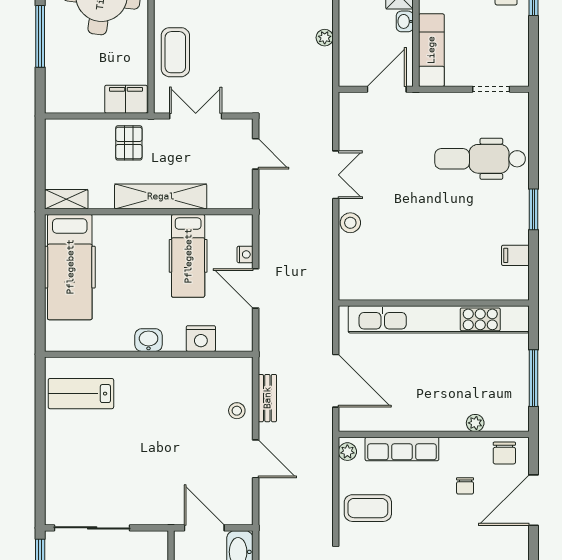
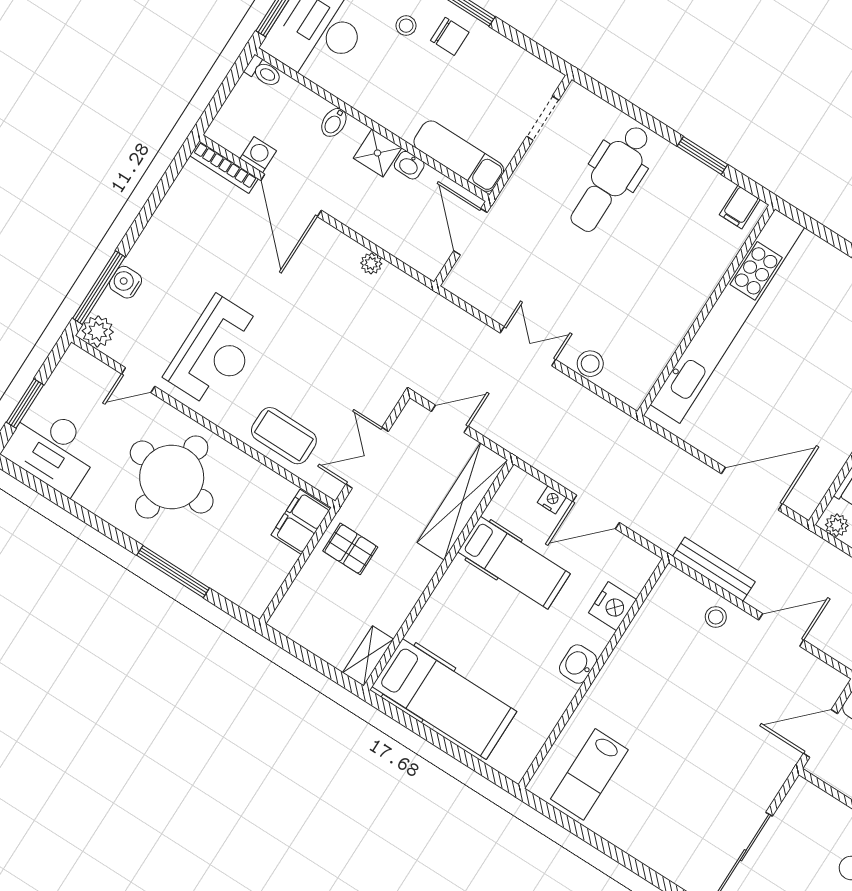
shelving: (161, 196) -> (462, 501), moved
wall: (434, 303) -> (706, 310), moved
kitchen unit: (439, 319) -> (727, 316), moved
bench: (267, 398) -> (714, 569), width x1.36

